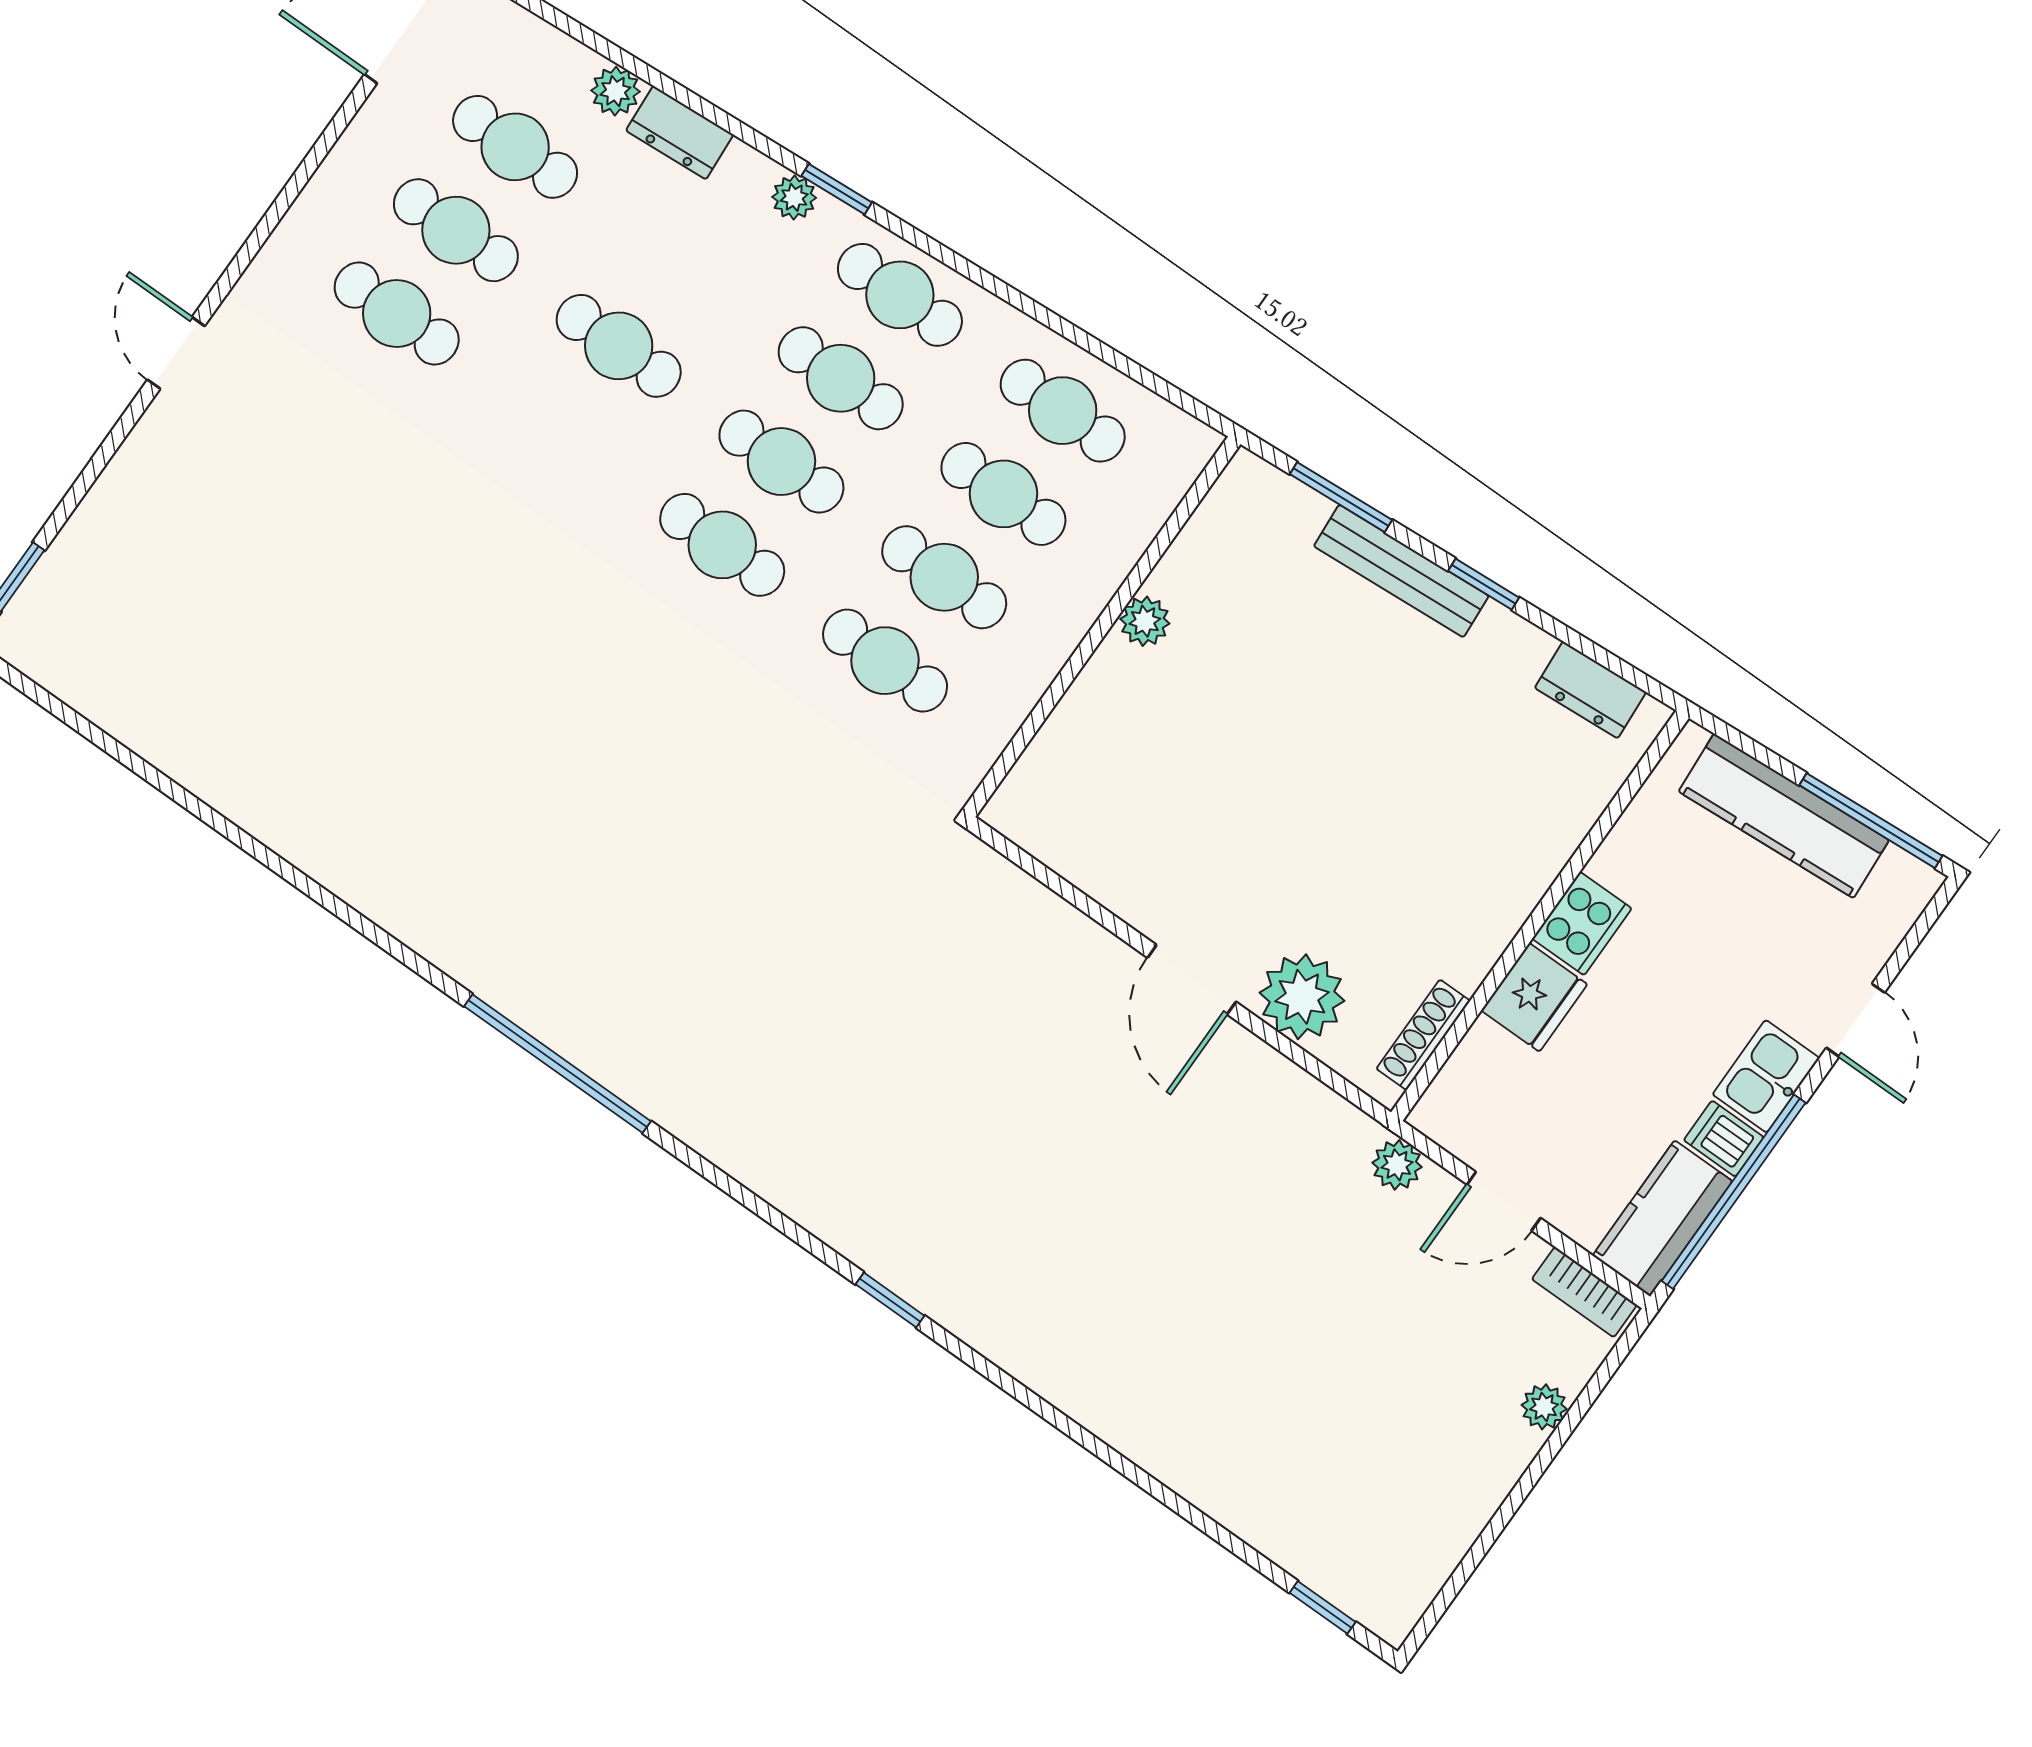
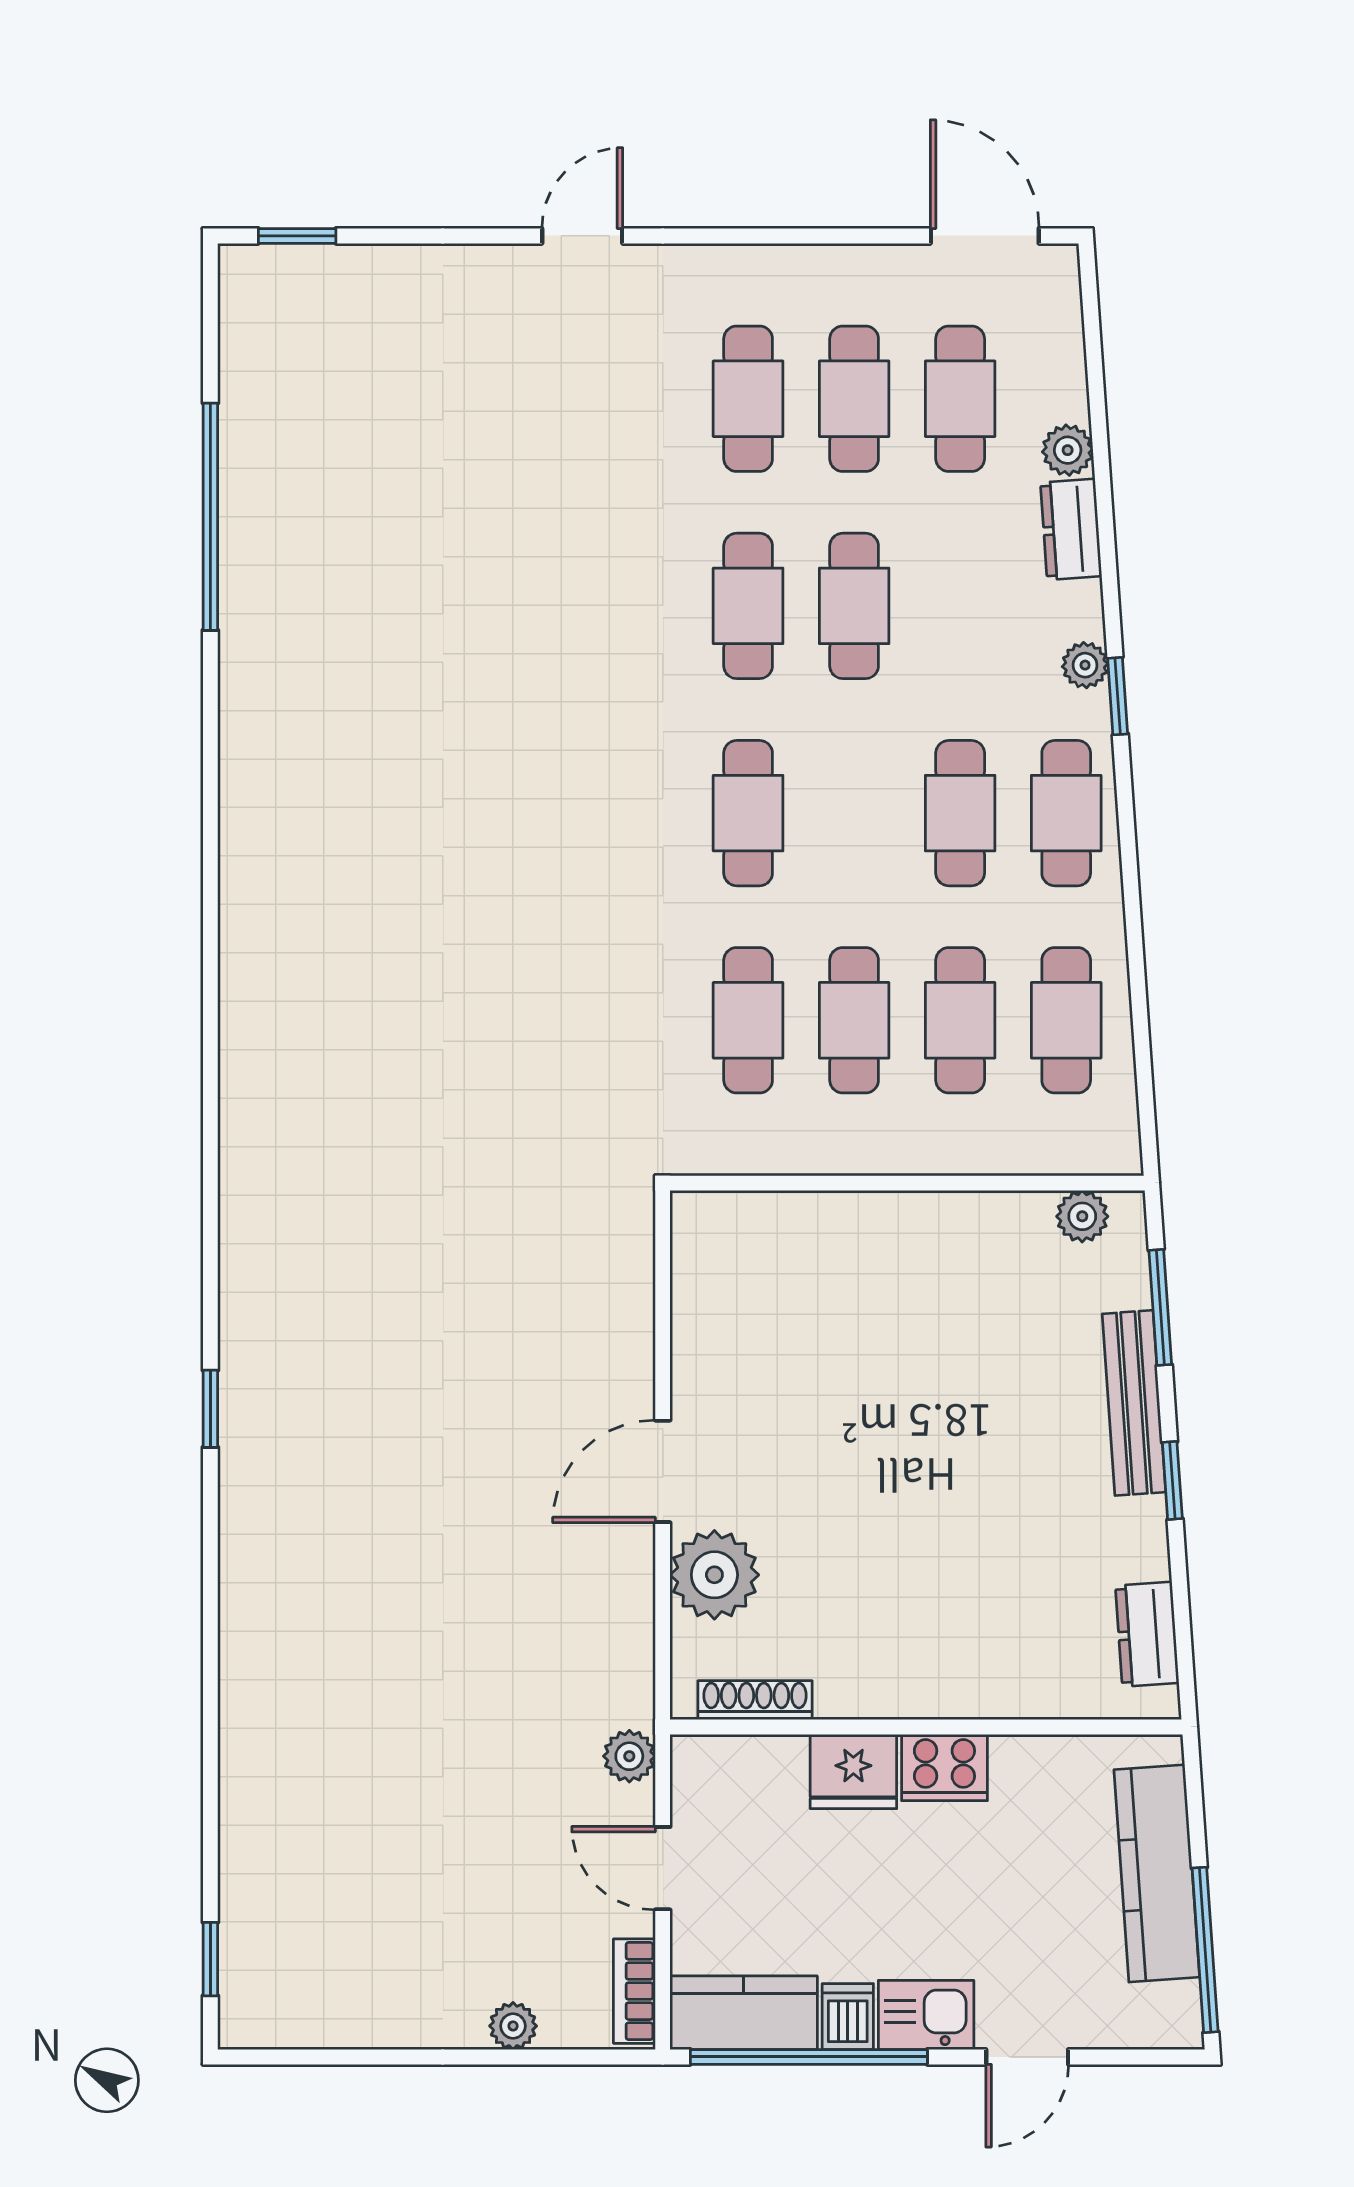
cafe table: (781, 462) -> (748, 606), moved
plant: (1145, 621) -> (1082, 1216), moved
window: (558, 1064) -> (210, 517), moved

